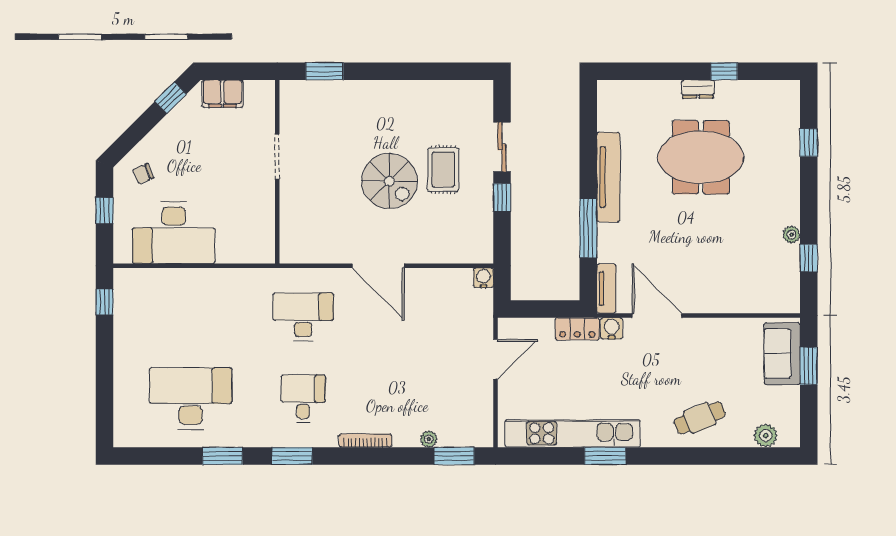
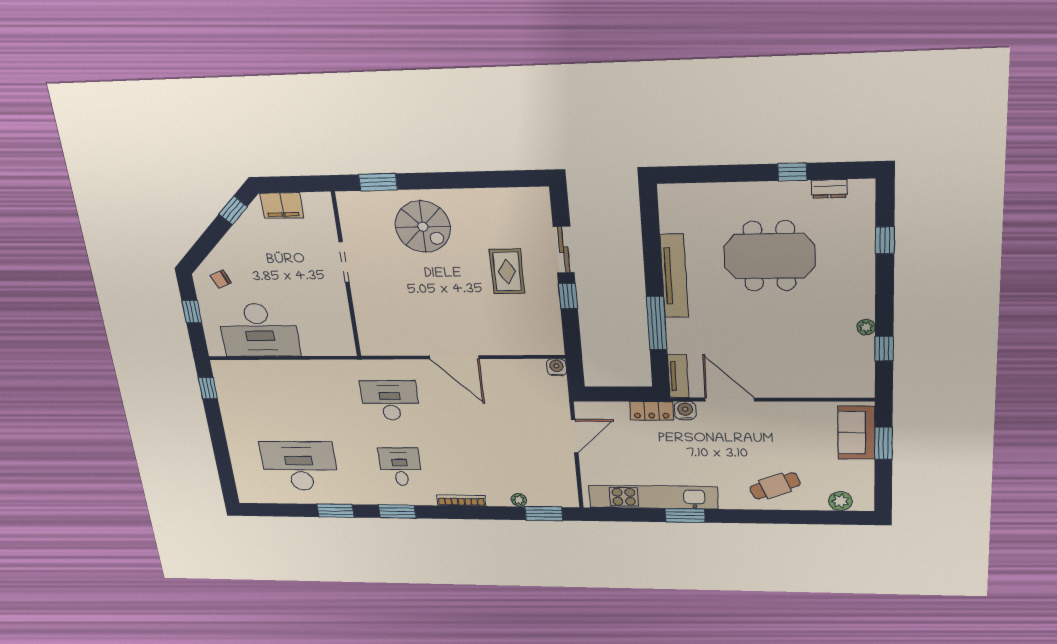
dresser: (698, 89) -> (829, 189), moved
spiral stairs: (389, 181) -> (423, 227), moved

